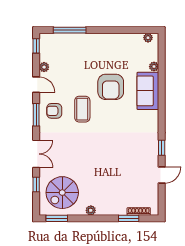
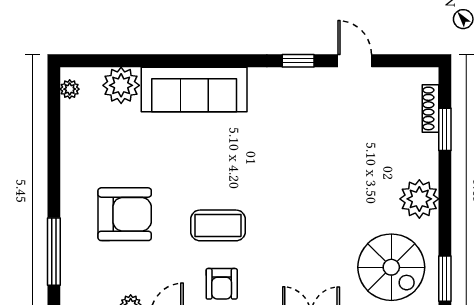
plant: (154, 67) -> (121, 85), width x1.87, depth x1.87
armchair: (111, 87) -> (125, 214), moved
sofa: (148, 91) -> (194, 89), width x1.36
plant: (91, 210) -> (419, 199), width x1.87, depth x1.87

